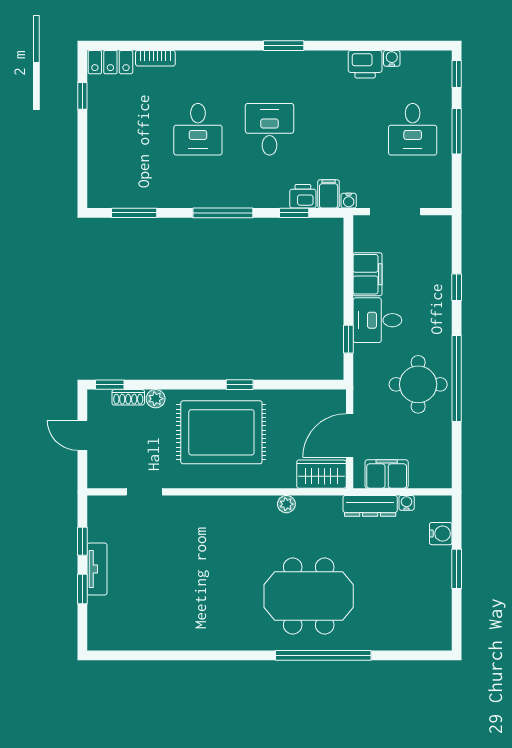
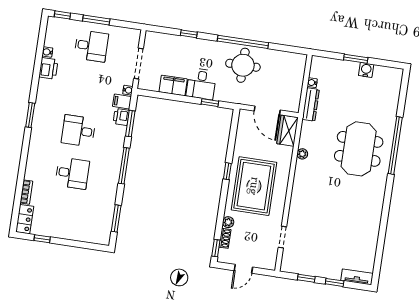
window: (294, 213) -> (130, 124), width x1.50
filing cabinet: (387, 474) -> (293, 92), removed
water cooler: (441, 534) -> (366, 70), moved
tv unit: (97, 569) -> (357, 277), moved

